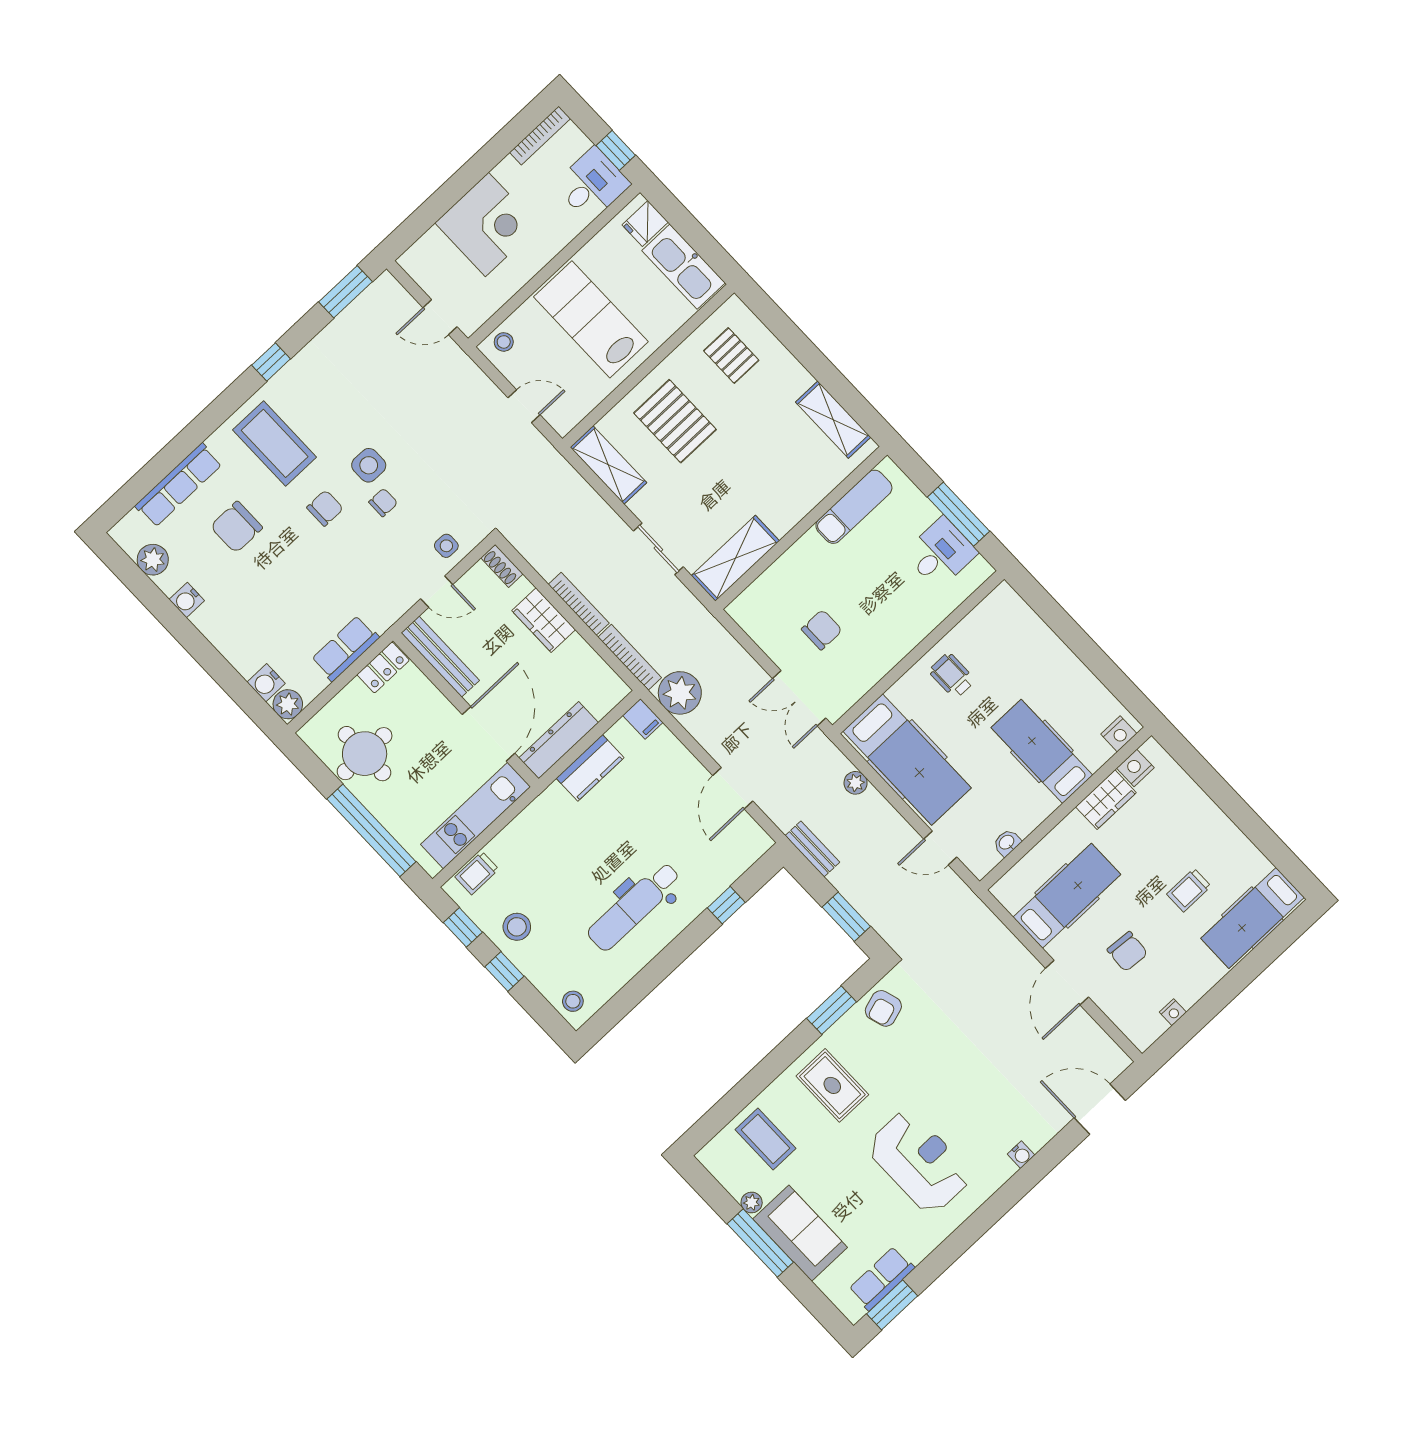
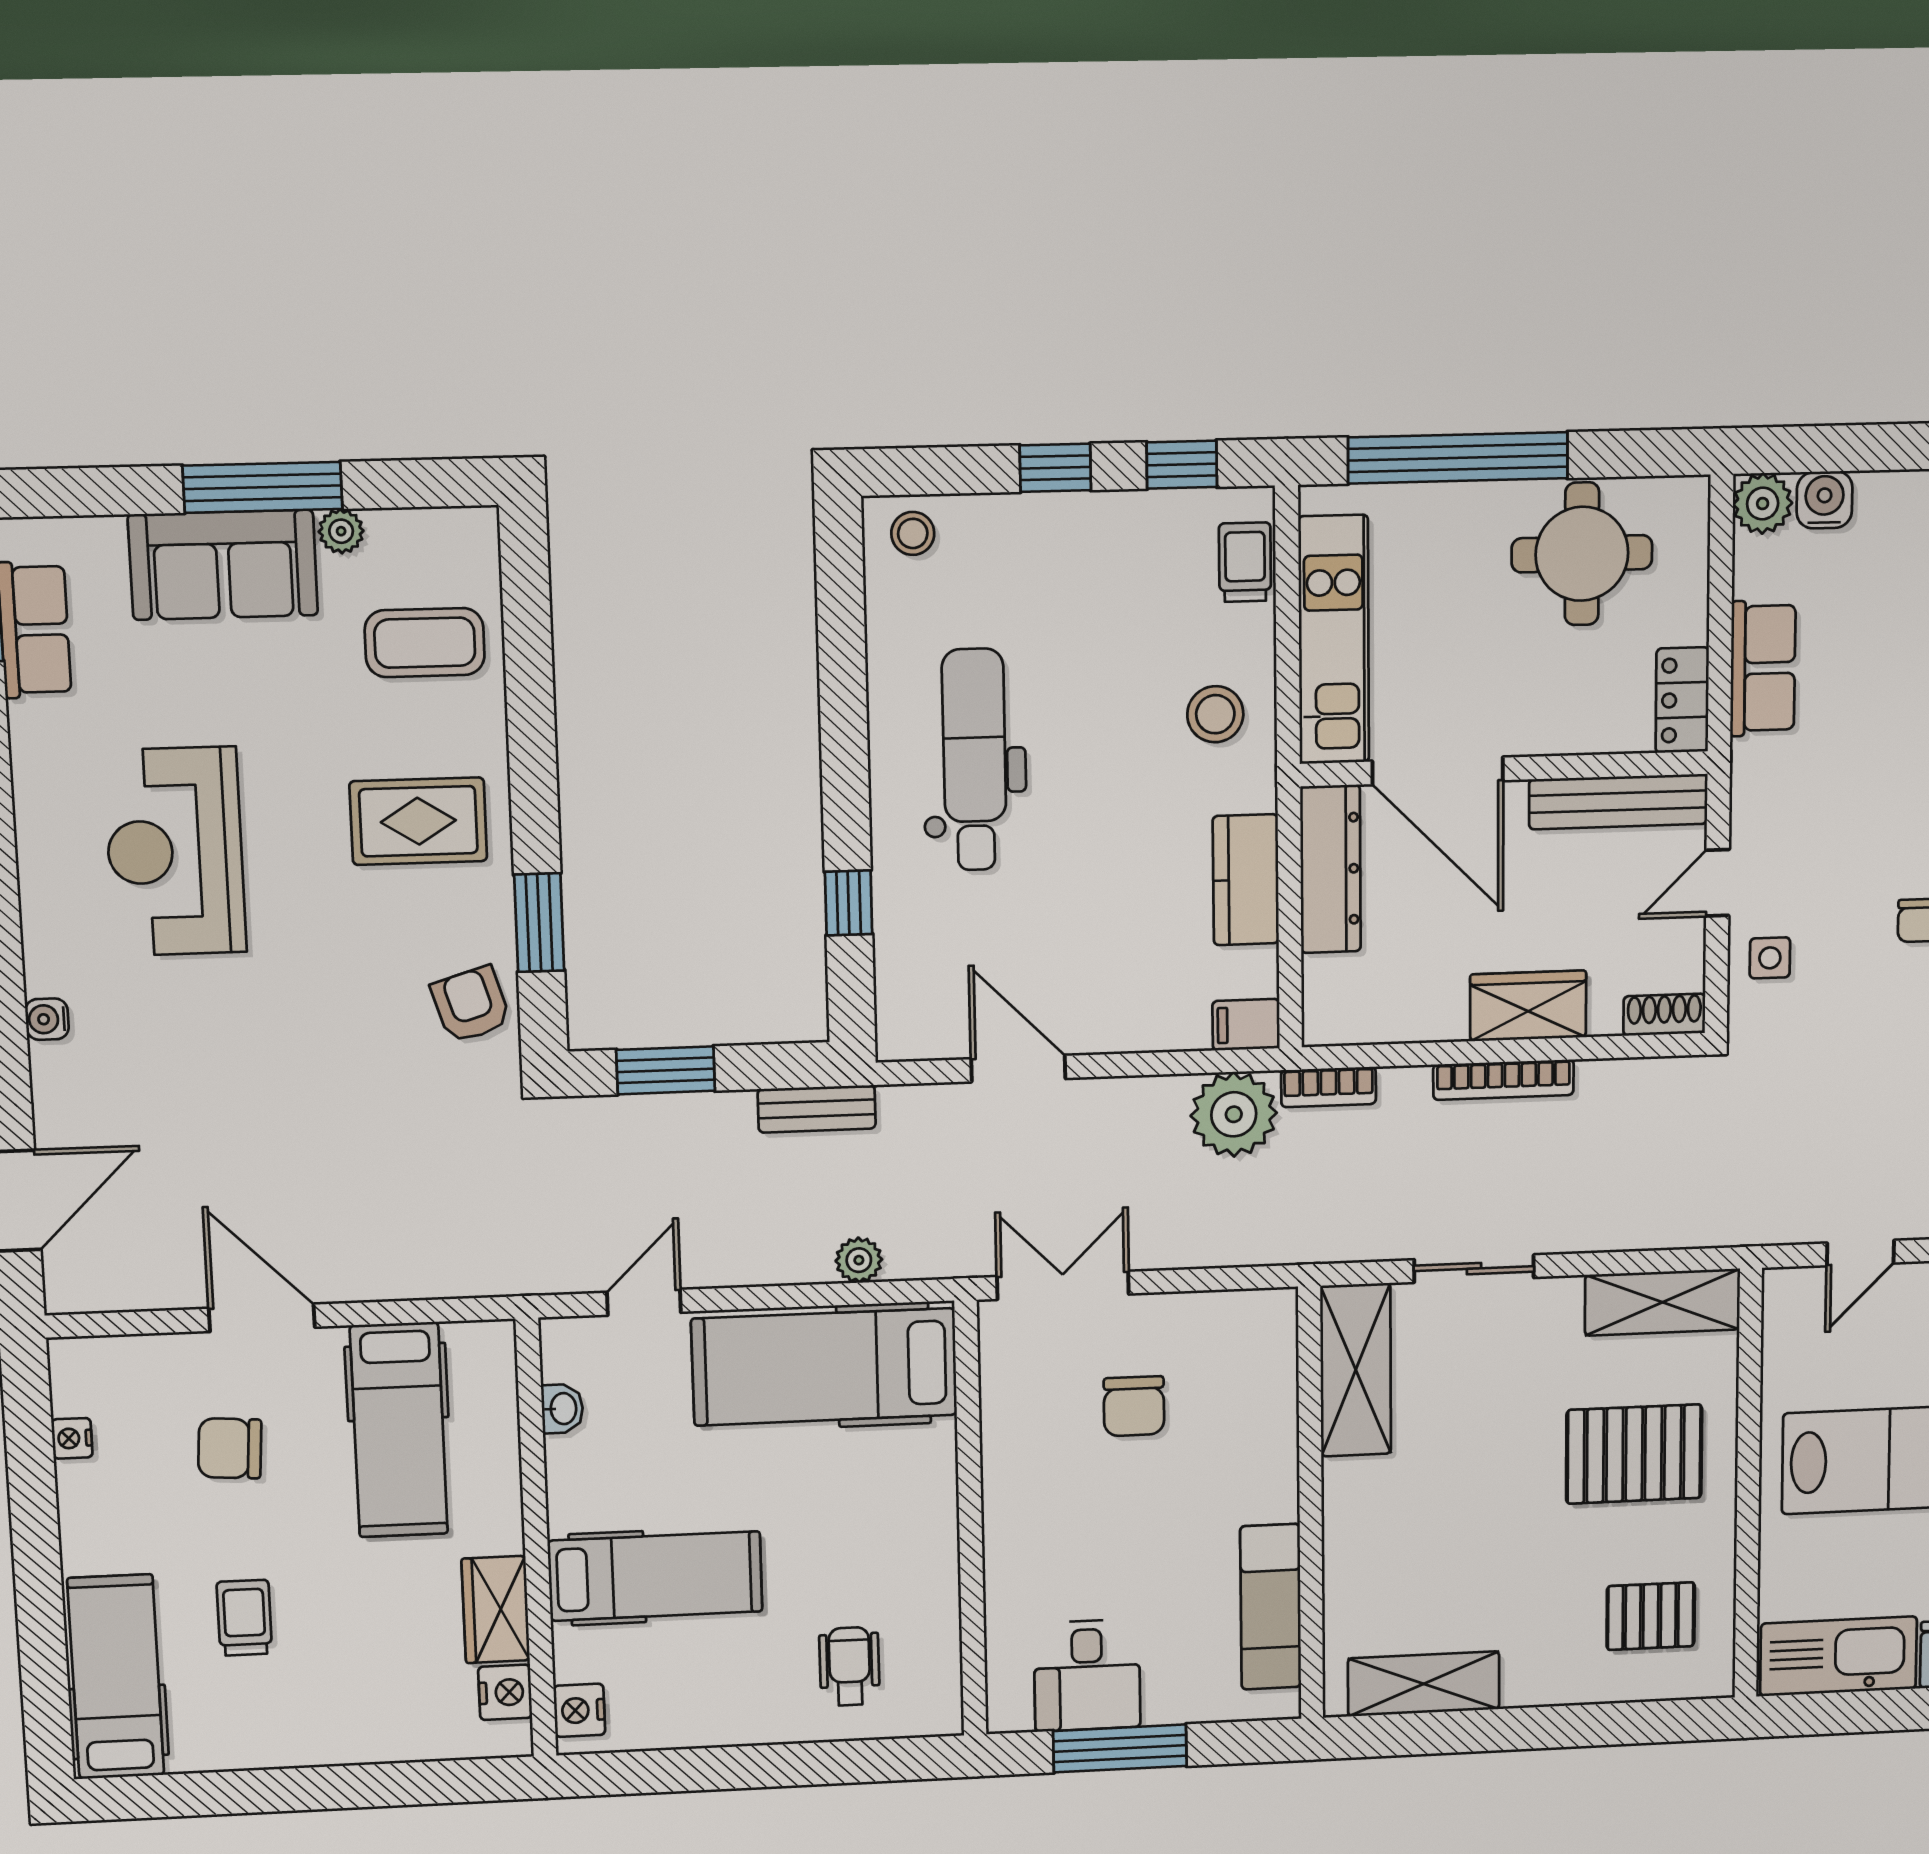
bookcase: (630, 657) -> (1329, 1087), width x0.64
wheelchair: (952, 676) -> (849, 1666), moved, turned -90
stool: (517, 927) -> (1215, 714), moved
reception desk: (919, 1162) -> (175, 851), turned 90

